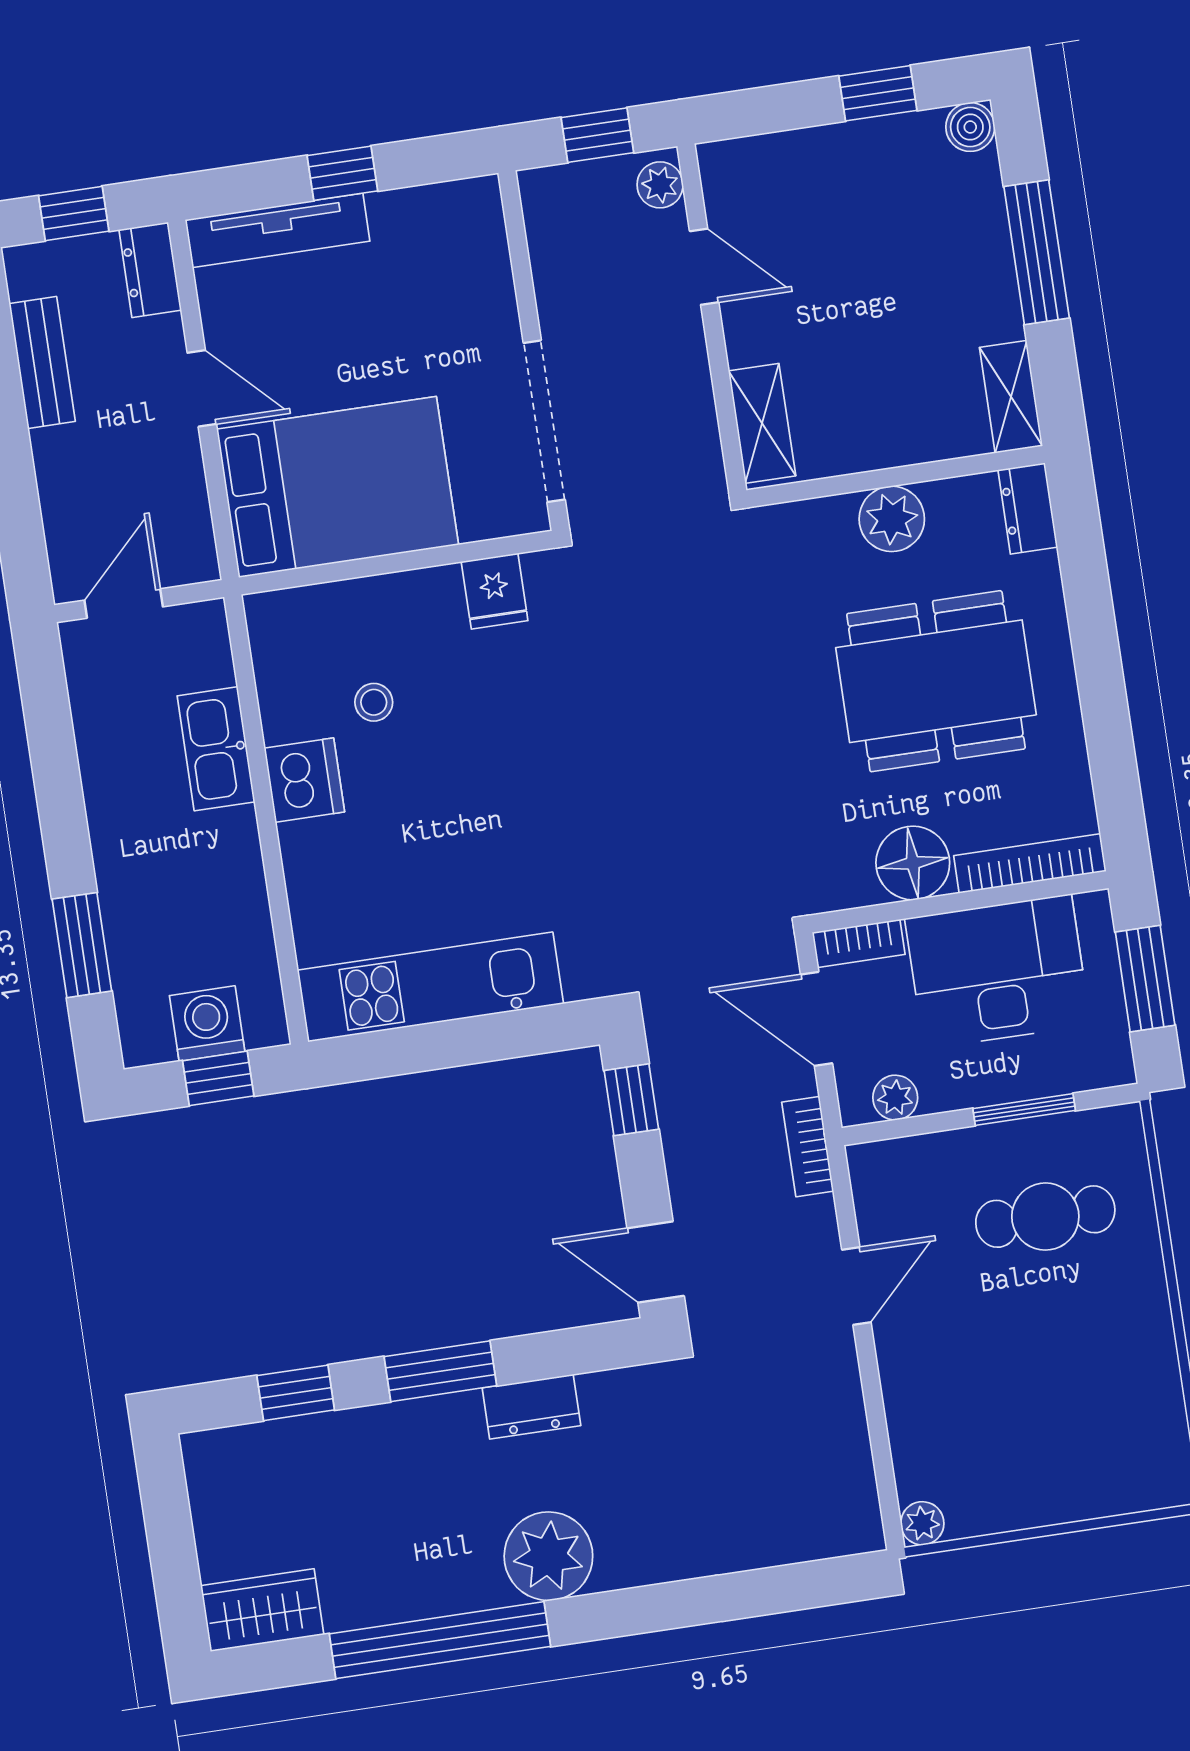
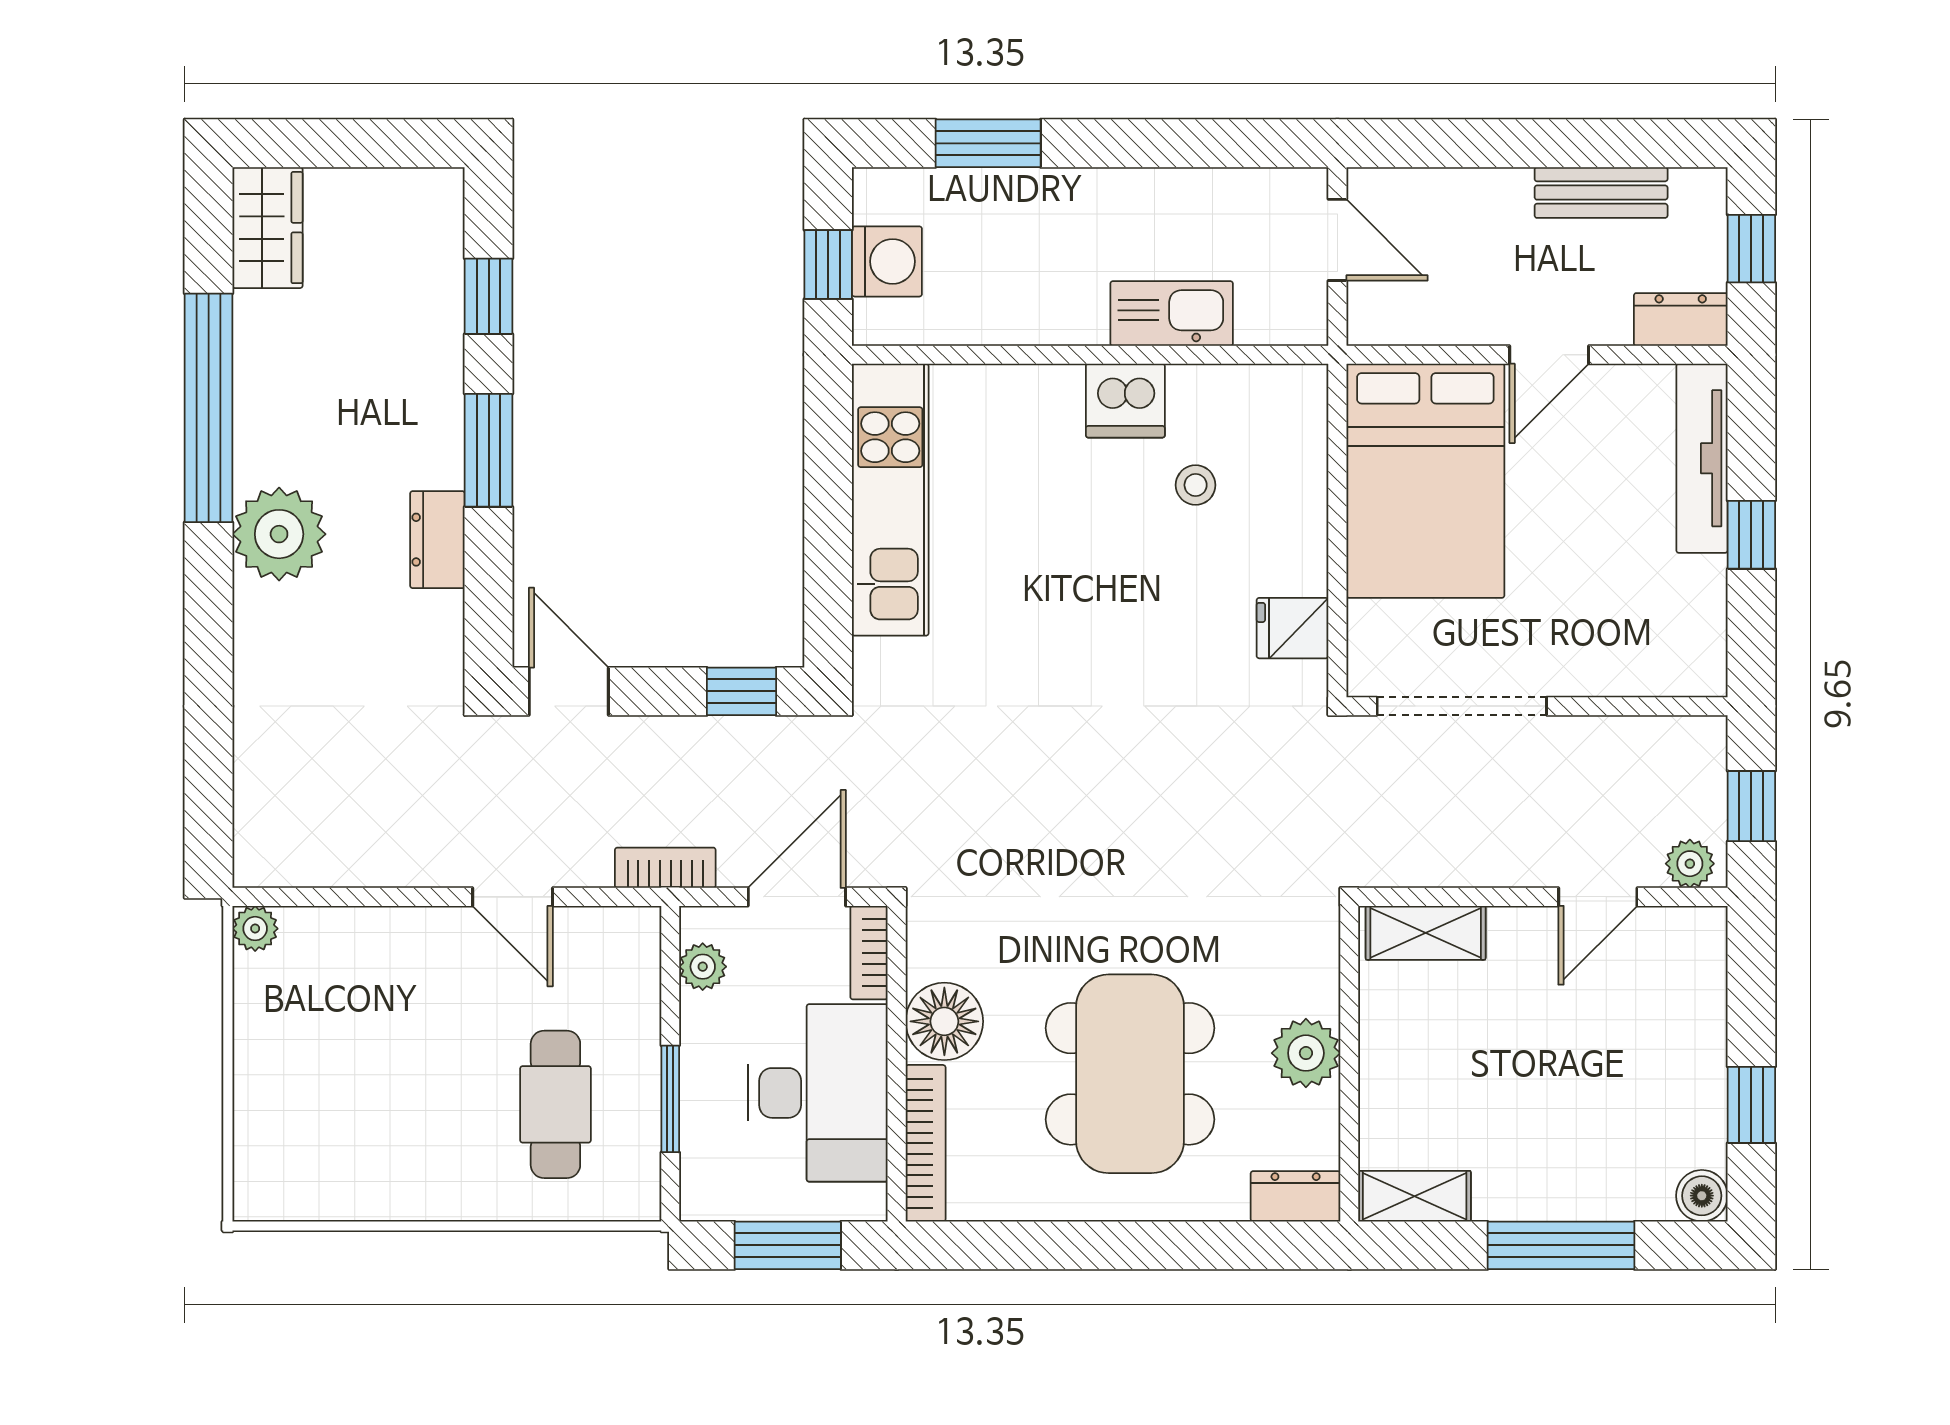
door: (656, 1262) -> (569, 691), hinge flipped

